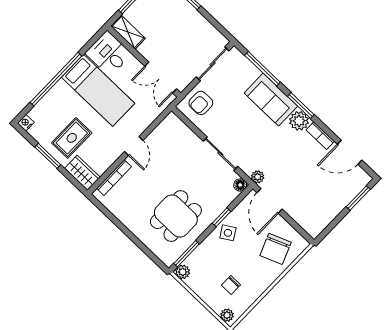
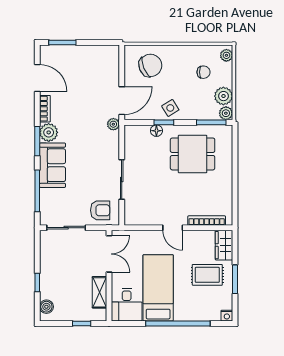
shelving: (128, 32) -> (99, 292), moved
door: (134, 146) -> (173, 228), swing flipped
sliding door: (220, 154) -> (122, 180), moved
floor lamp: (240, 185) -> (156, 131), moved
plant: (198, 283) -> (223, 96), added

